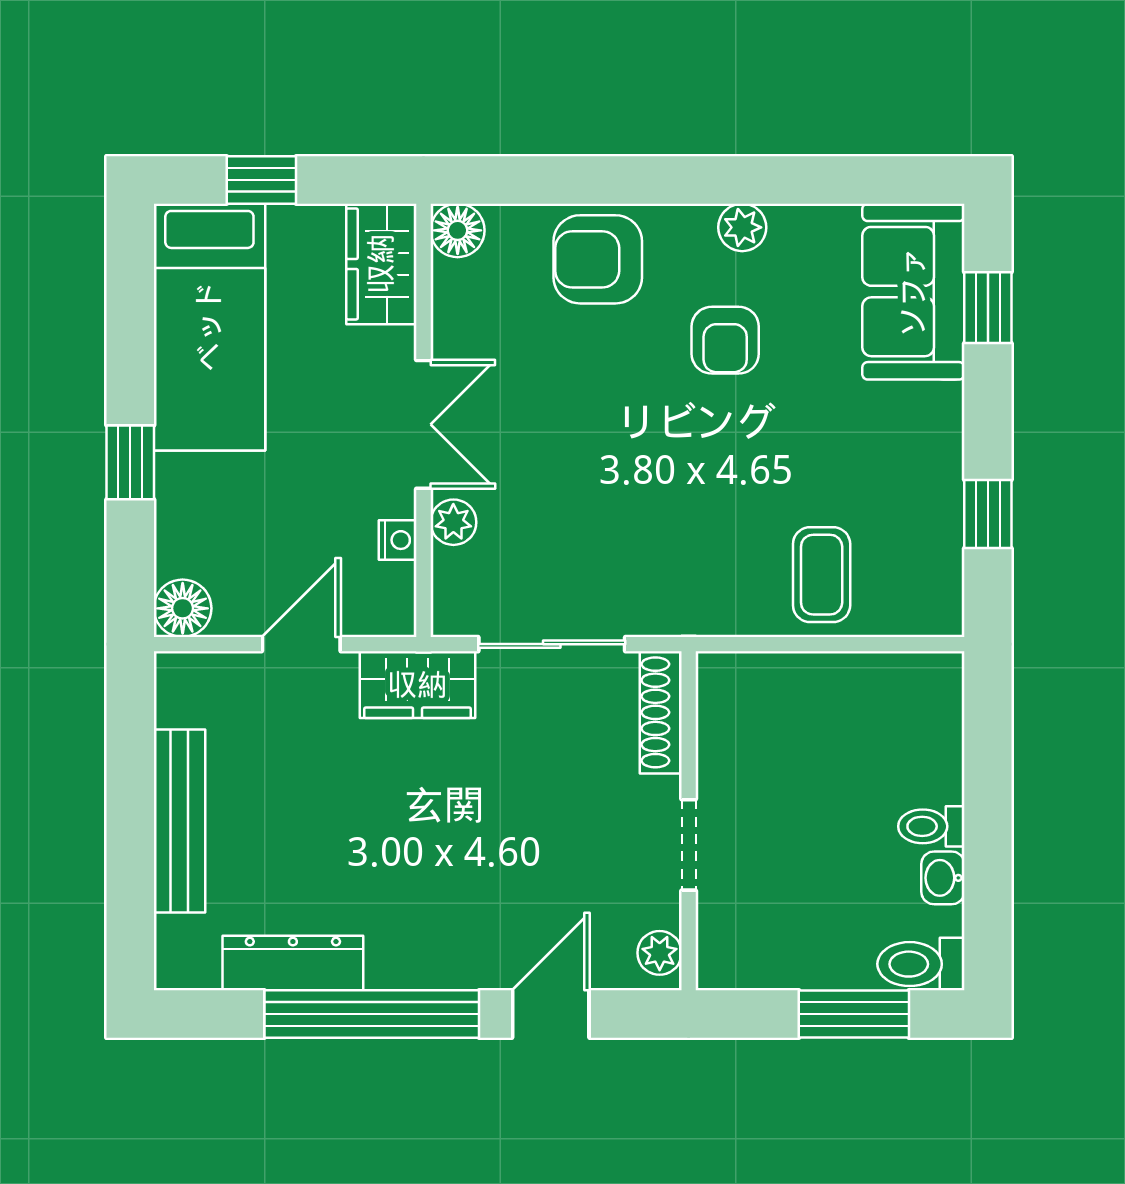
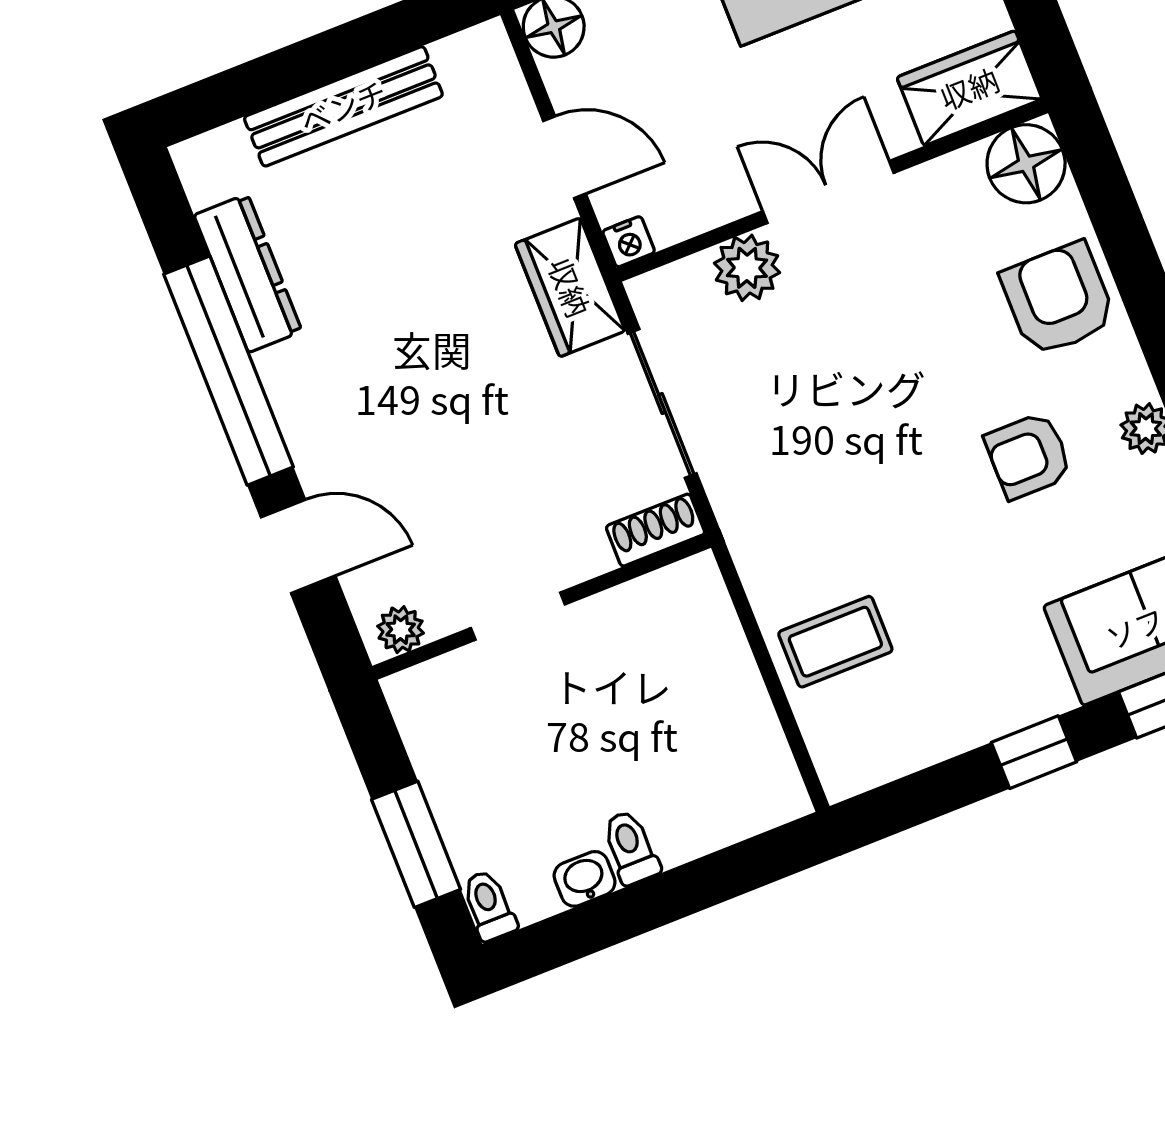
floor lamp: (458, 230) -> (1026, 164), width x1.38, depth x1.38
double door: (424, 424) -> (828, 192), swing flipped
window: (988, 514) -> (1034, 752), moved
plant: (453, 522) -> (747, 268), width x1.38, depth x1.38
nightstand: (398, 540) -> (629, 242), moved
shoe rack: (661, 712) -> (655, 530), width x0.70
toilet: (921, 964) -> (489, 905), width x0.73, depth x0.72

